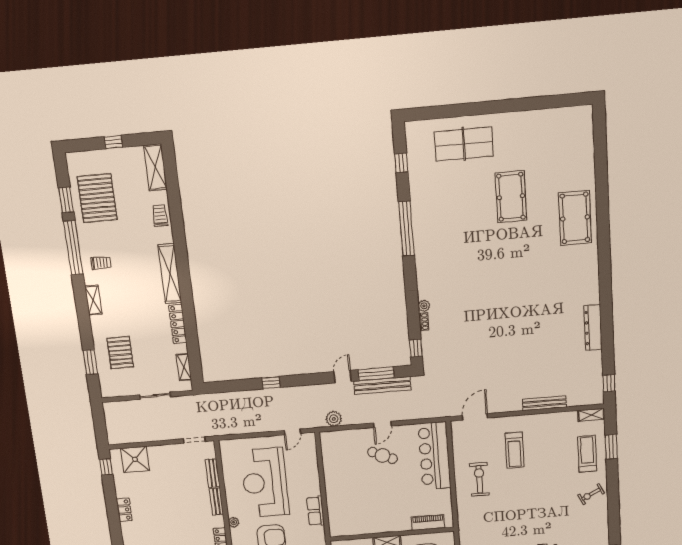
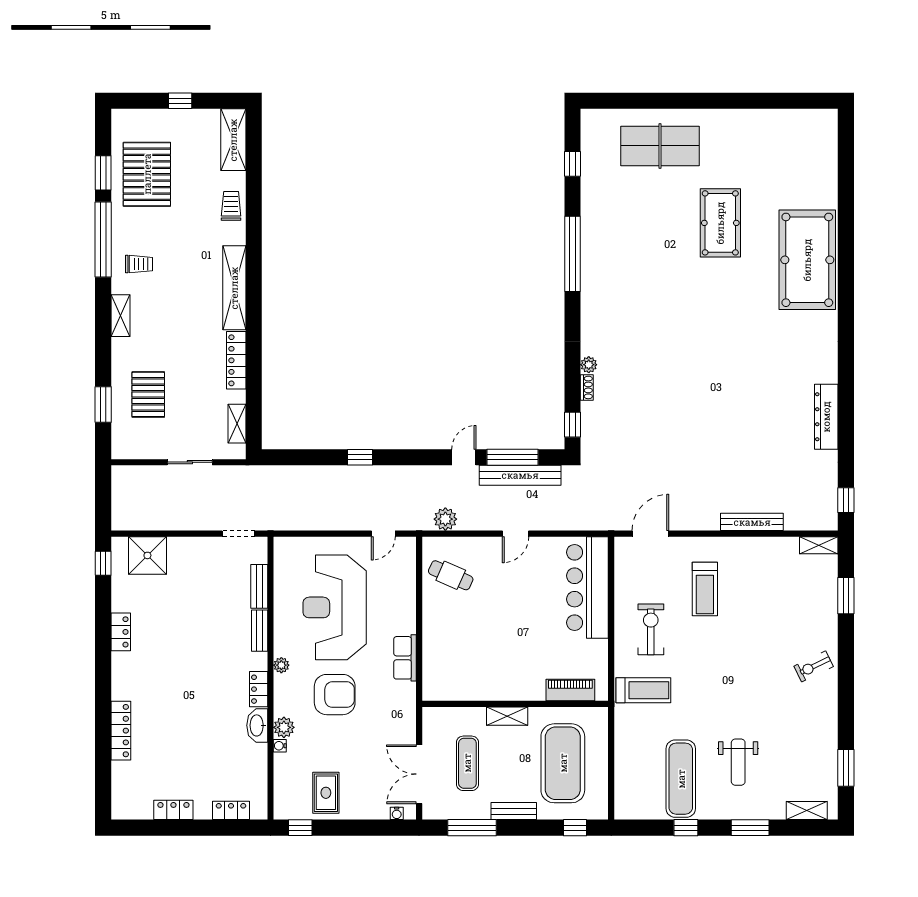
pool table: (575, 218) -> (807, 260), width x1.36, depth x1.32
treadmill: (587, 454) -> (643, 690), moved, turned 90
cafe table: (383, 455) -> (451, 575), moved

